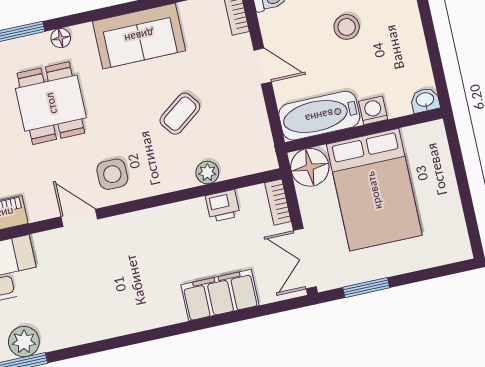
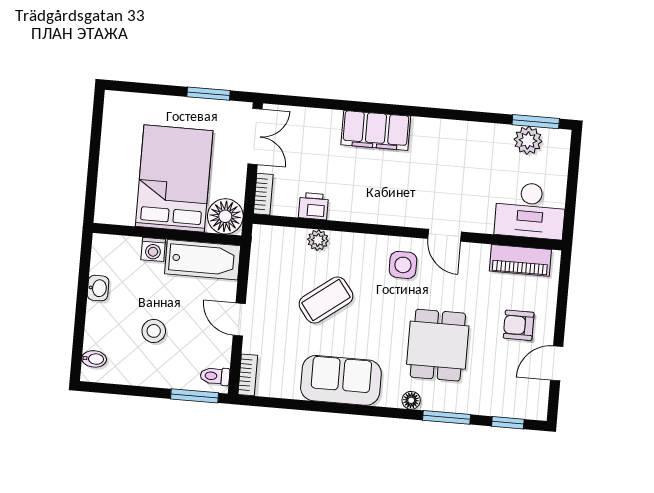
washbasin: (425, 100) -> (98, 288), moved, turned -90
coffee table: (180, 114) -> (326, 300), width x1.36, depth x1.30
filing cabinet: (220, 295) -> (376, 130), moved

